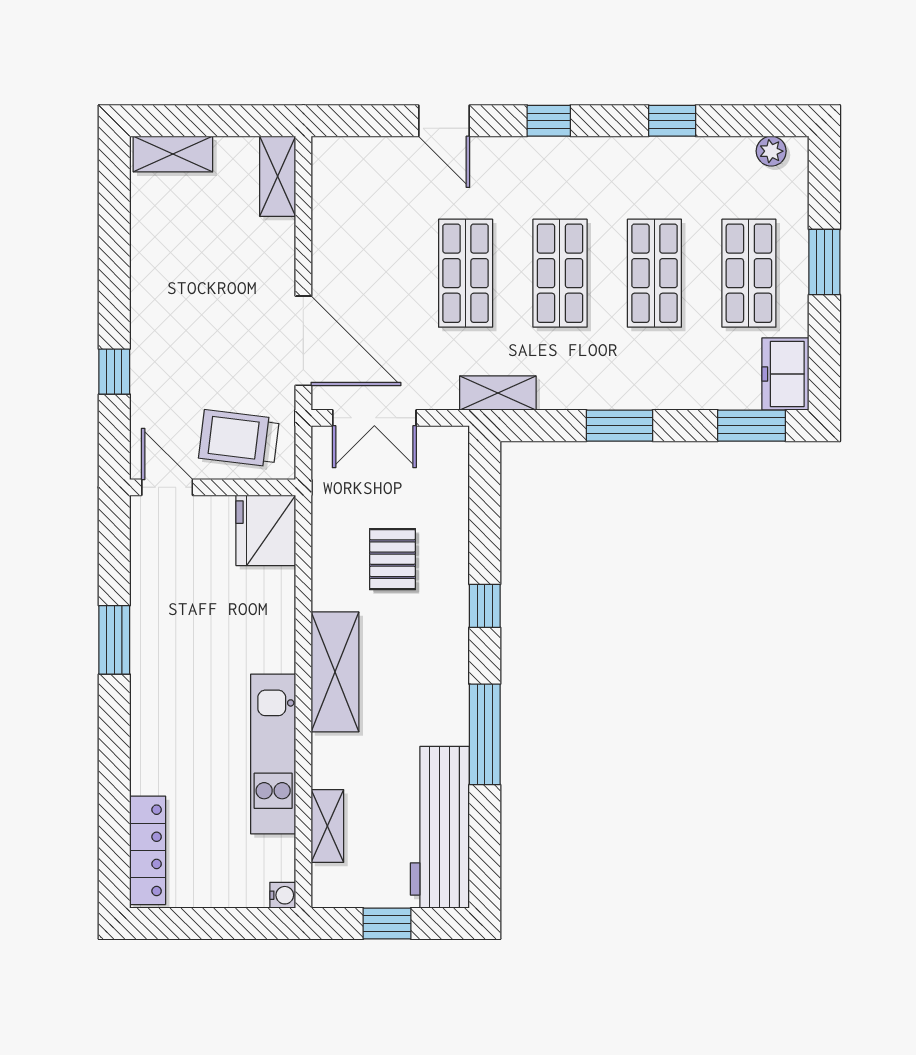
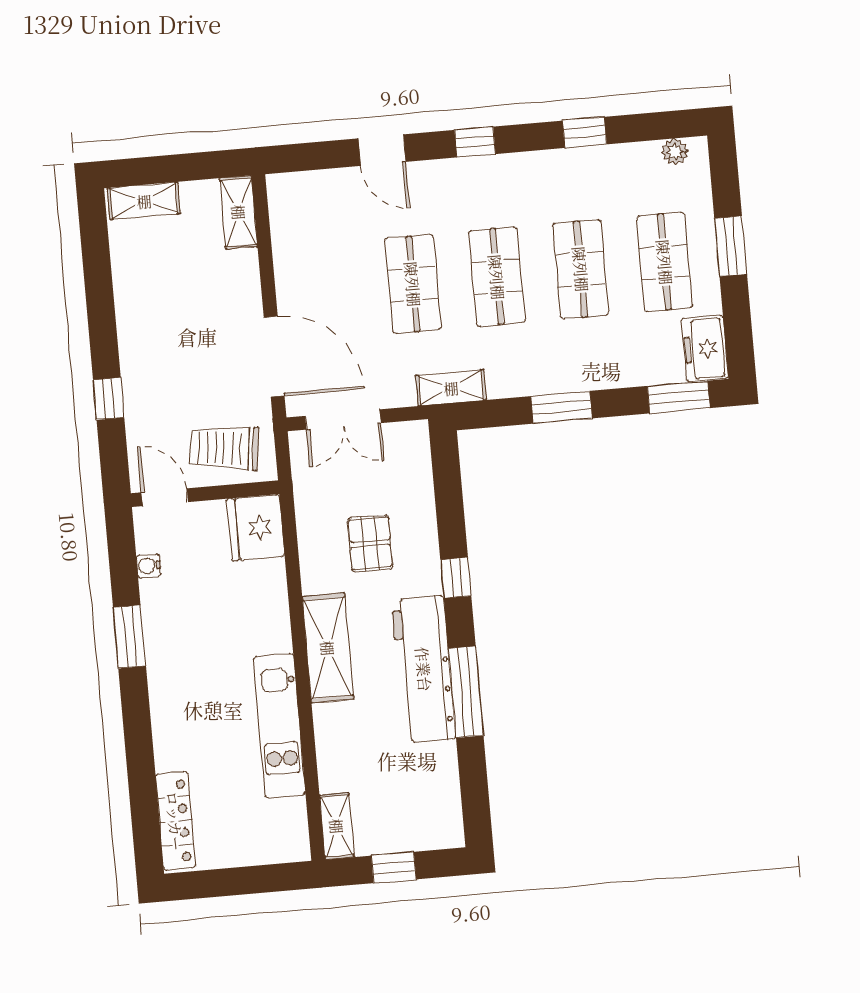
shelving: (327, 826) -> (337, 826), moved
workbench: (440, 827) -> (424, 669), moved
water cooler: (283, 895) -> (149, 566), moved, turned 180

